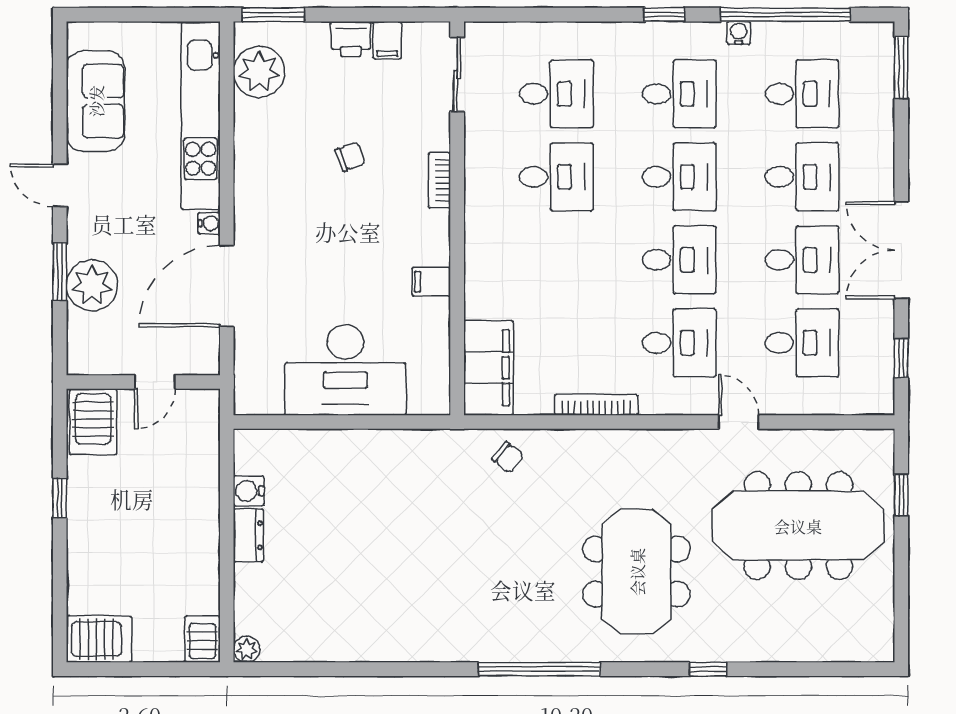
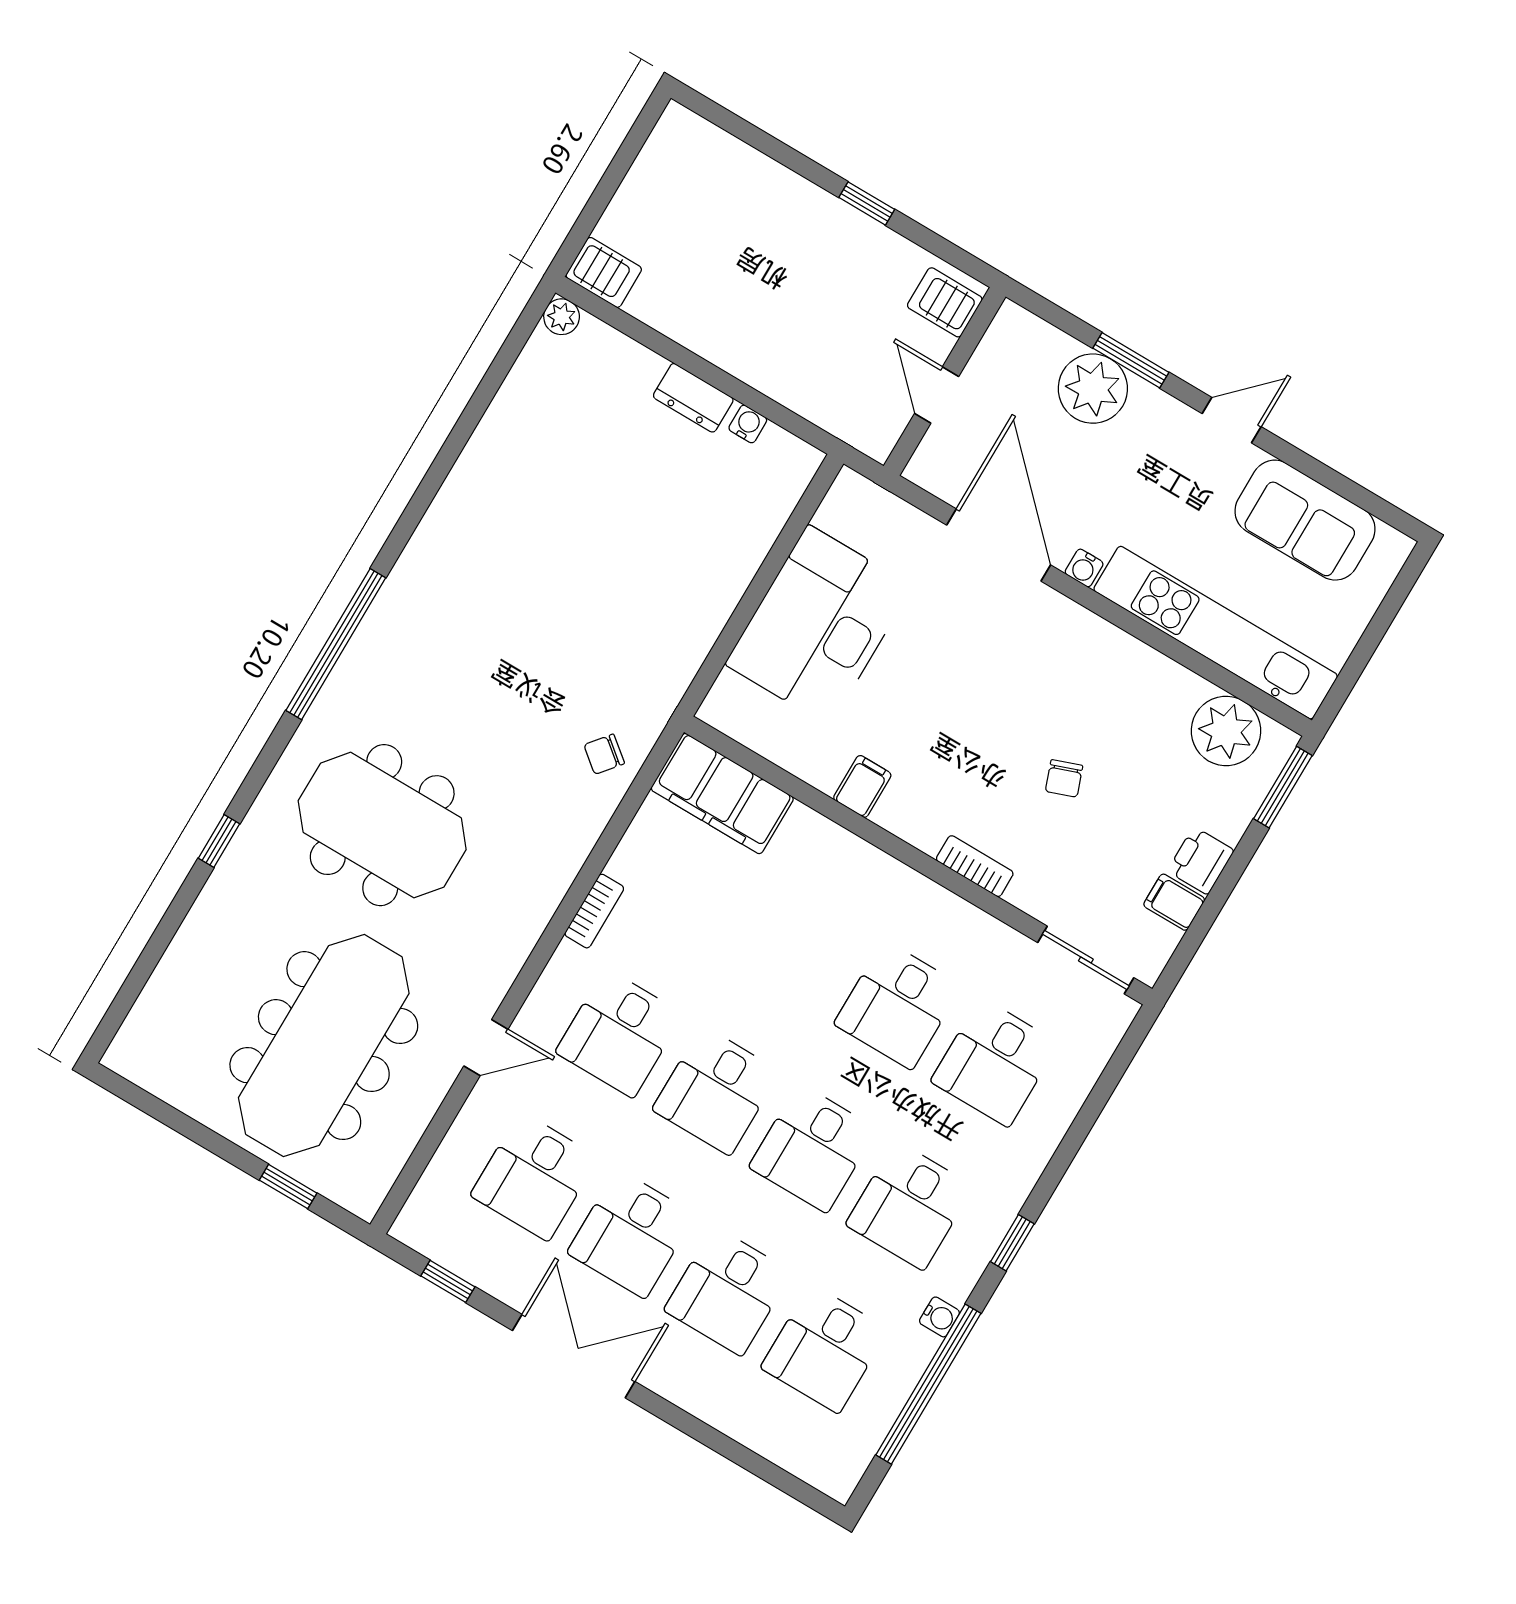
window: (901, 68) -> (786, 1482), removed
bookcase: (596, 405) -> (594, 911), width x0.64
server rack: (93, 422) -> (945, 302), width x0.73, depth x0.70
water cooler: (249, 491) -> (748, 424), width x0.72, depth x0.72
server rack: (99, 639) -> (675, 152), removed

